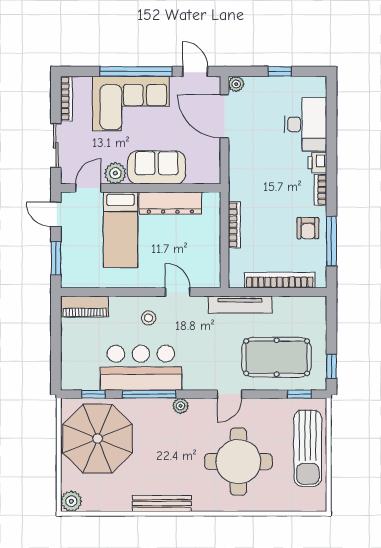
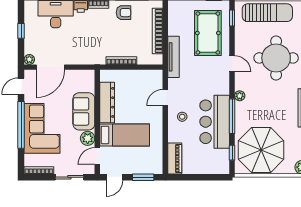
door: (88, 188) -> (97, 156), hinge flipped

